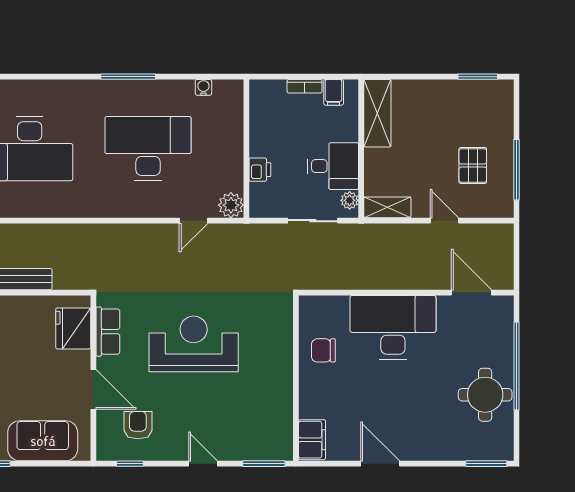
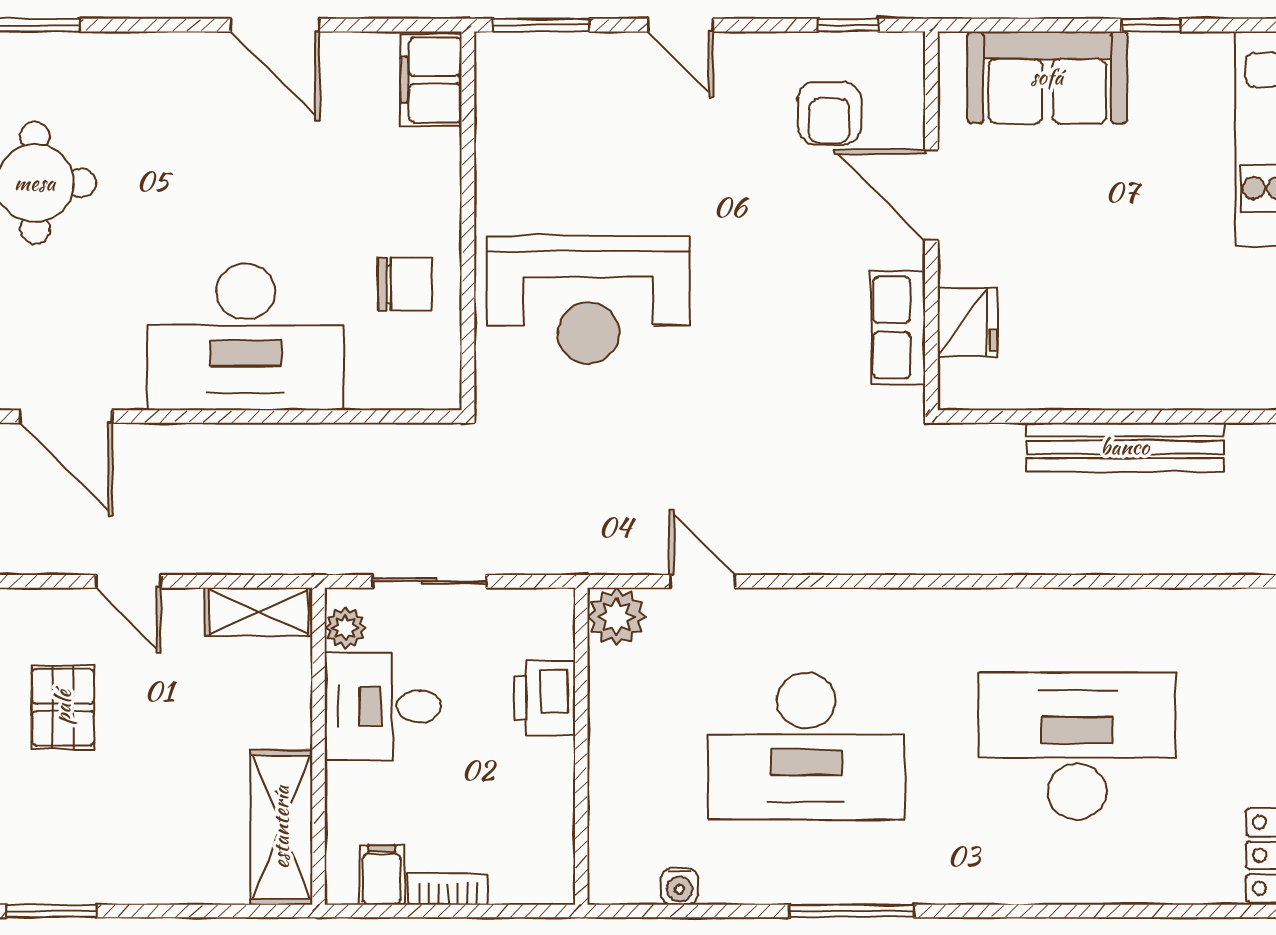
printer: (260, 170) -> (544, 698), width x1.36, depth x1.24
door: (193, 221) -> (702, 581), hinge flipped
fridge: (73, 328) -> (967, 322), width x0.73, depth x0.75
reception desk: (194, 344) -> (588, 300), moved

